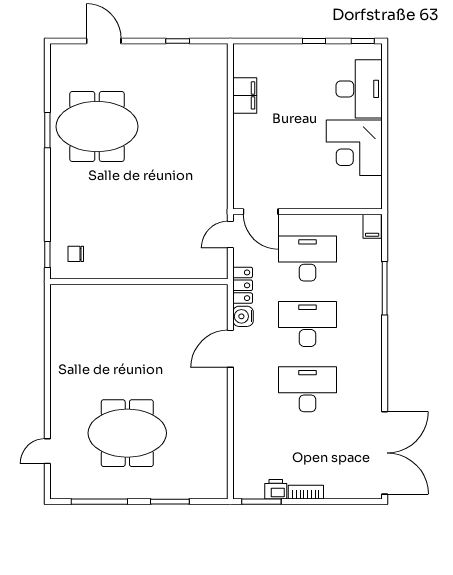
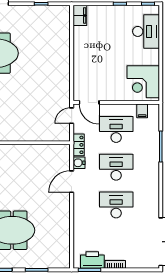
filing cabinet: (245, 95) -> (80, 15), moved
corner desk: (354, 148) -> (143, 82), moved
filing cabinet: (372, 226) -> (142, 111), moved
printer: (276, 489) -> (92, 260), width x1.87, depth x1.48

